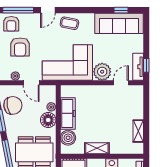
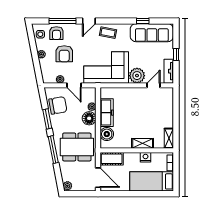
window: (121, 10) -> (143, 21), moved
window: (146, 65) -> (176, 54), moved
shelving: (138, 131) -> (169, 138), moved
shelving: (97, 148) -> (143, 143), moved

